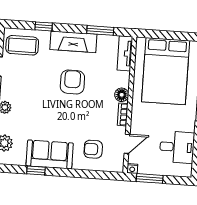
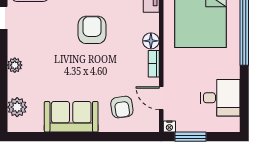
door: (127, 144) -> (161, 98), swing flipped
armchair: (93, 149) -> (122, 107), turned -98
window: (36, 170) -> (56, 137), removed

